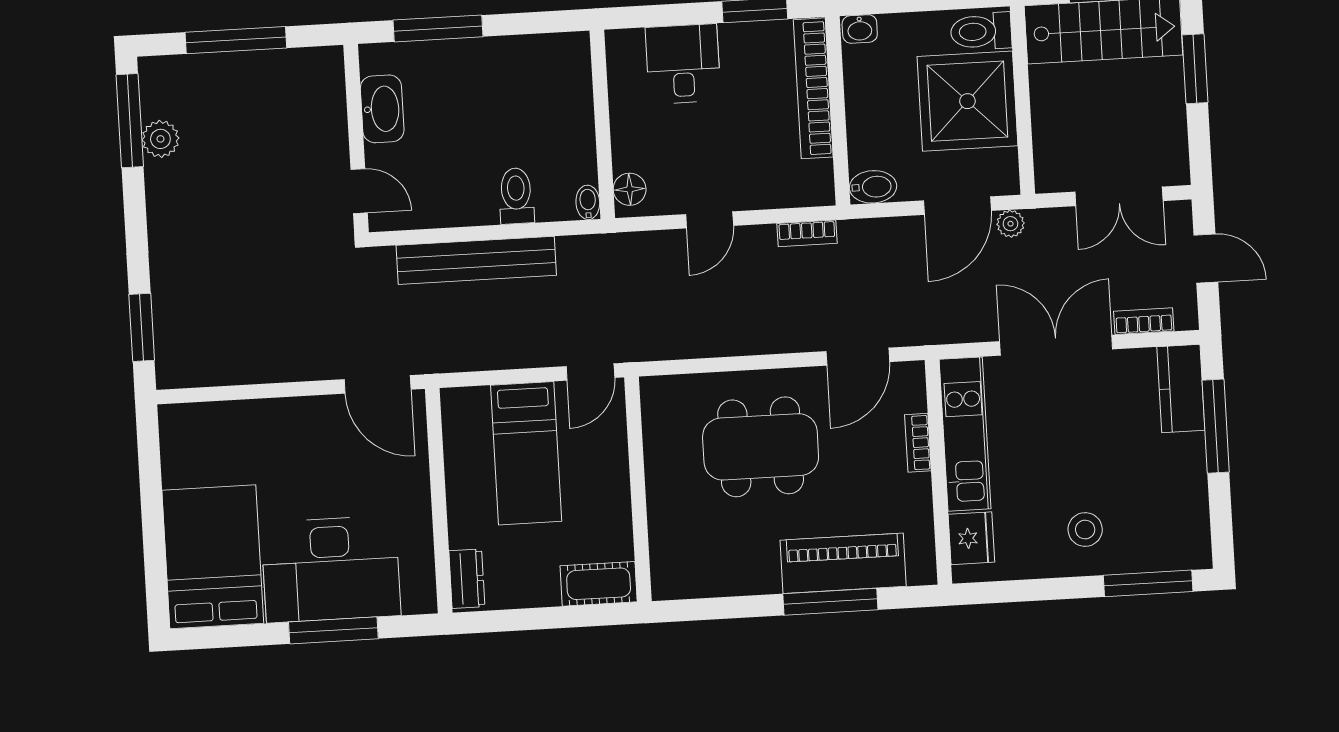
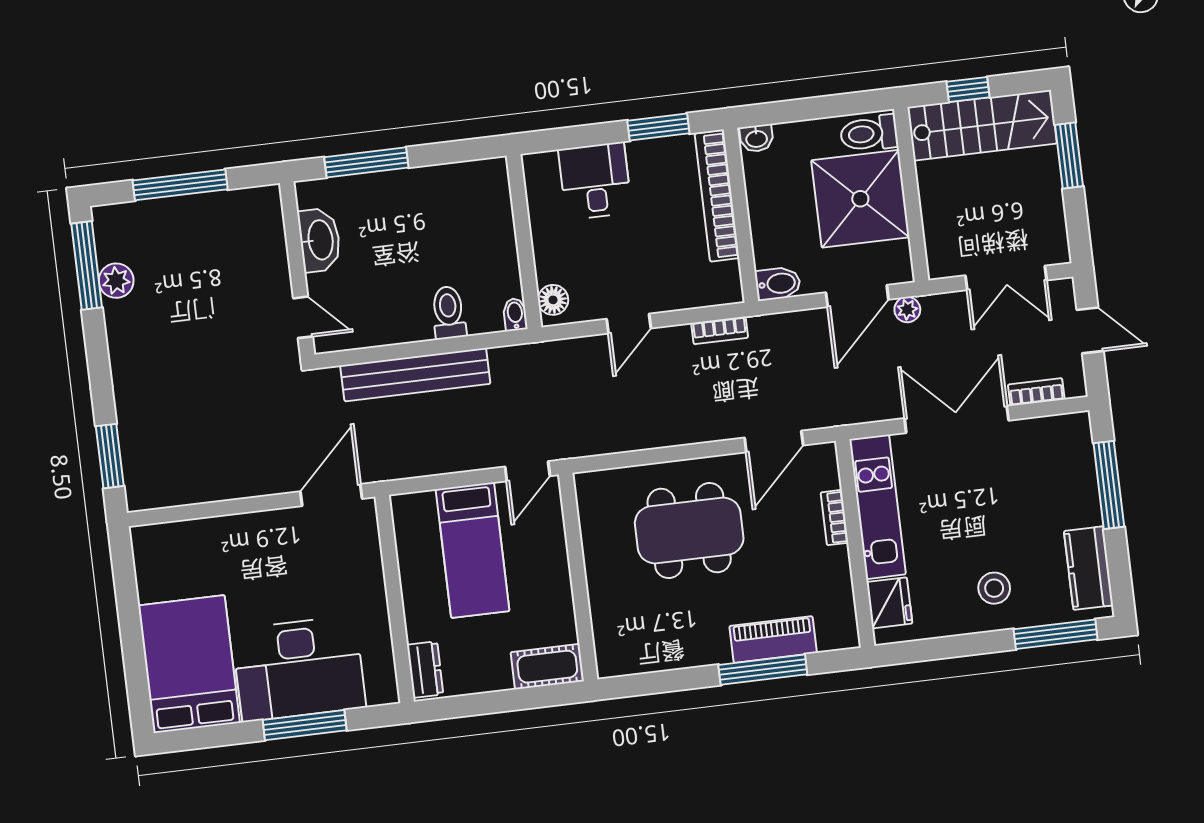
door: (378, 384) -> (331, 495), swing flipped
kitchen counter: (1181, 389) -> (1089, 568), moved
piano: (843, 563) -> (773, 639), width x0.73, depth x0.75

